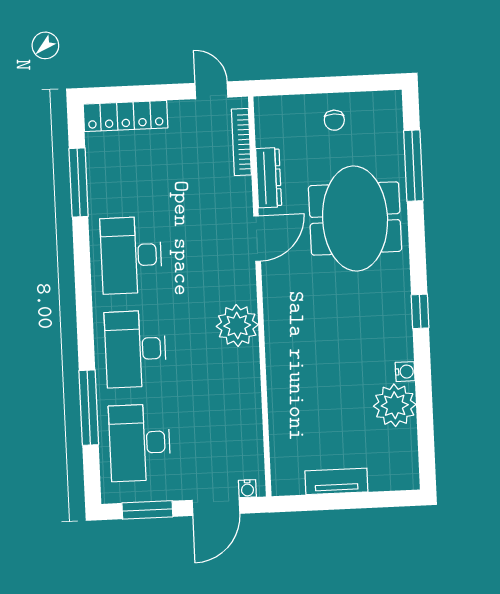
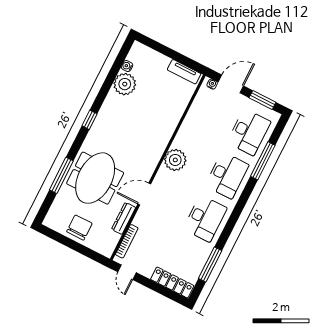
chair: (334, 120) -> (79, 227), width x1.87, depth x1.87
window: (413, 166) -> (61, 175), moved
water cooler: (405, 372) -> (127, 66), moved
tv unit: (336, 481) -> (184, 72), moved

